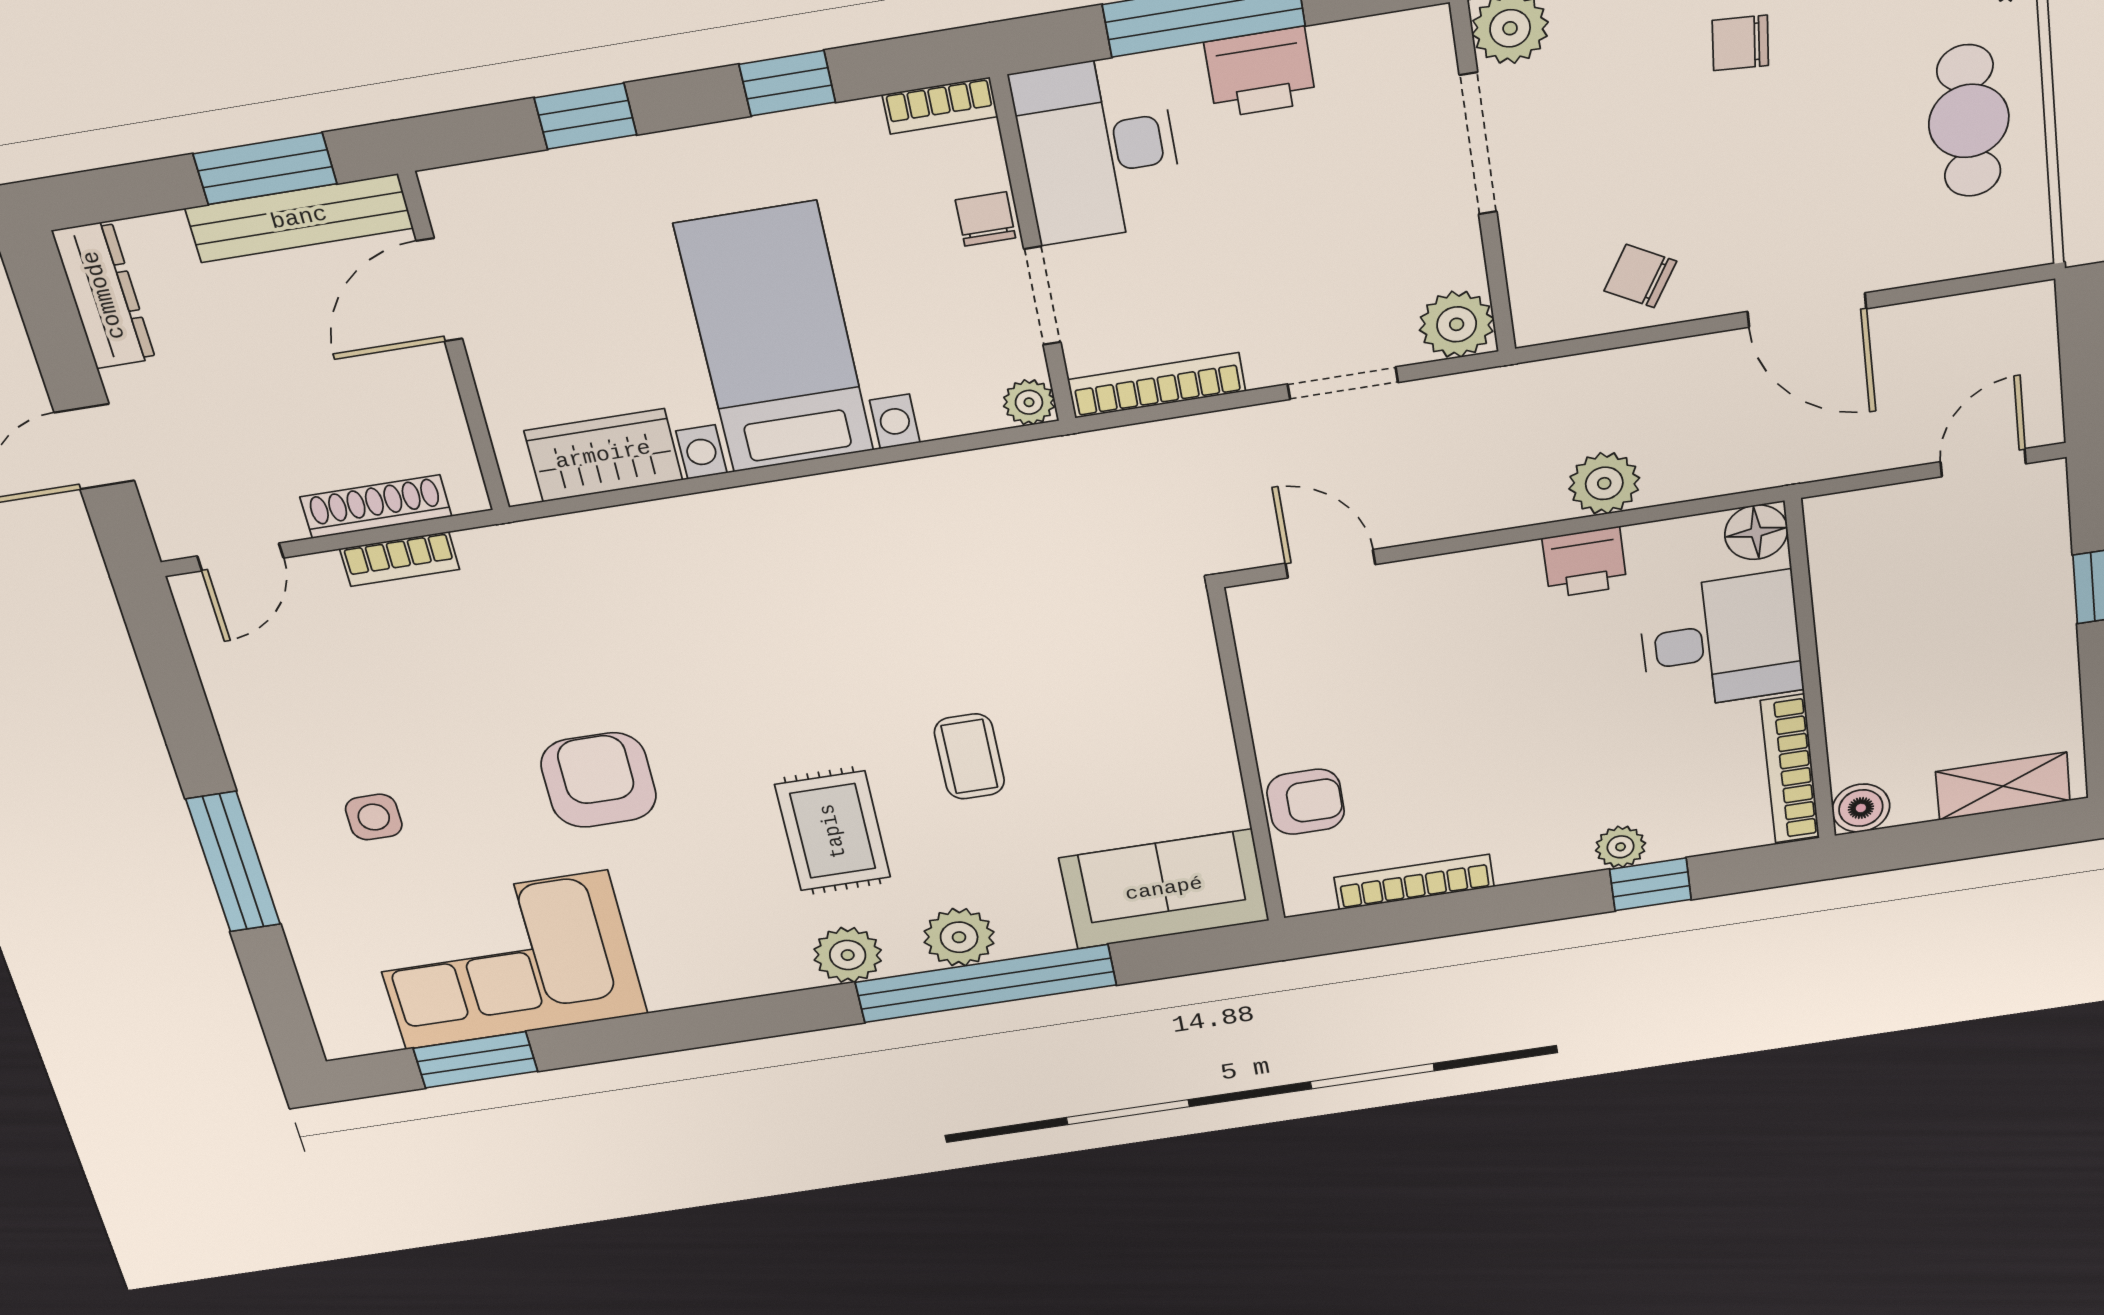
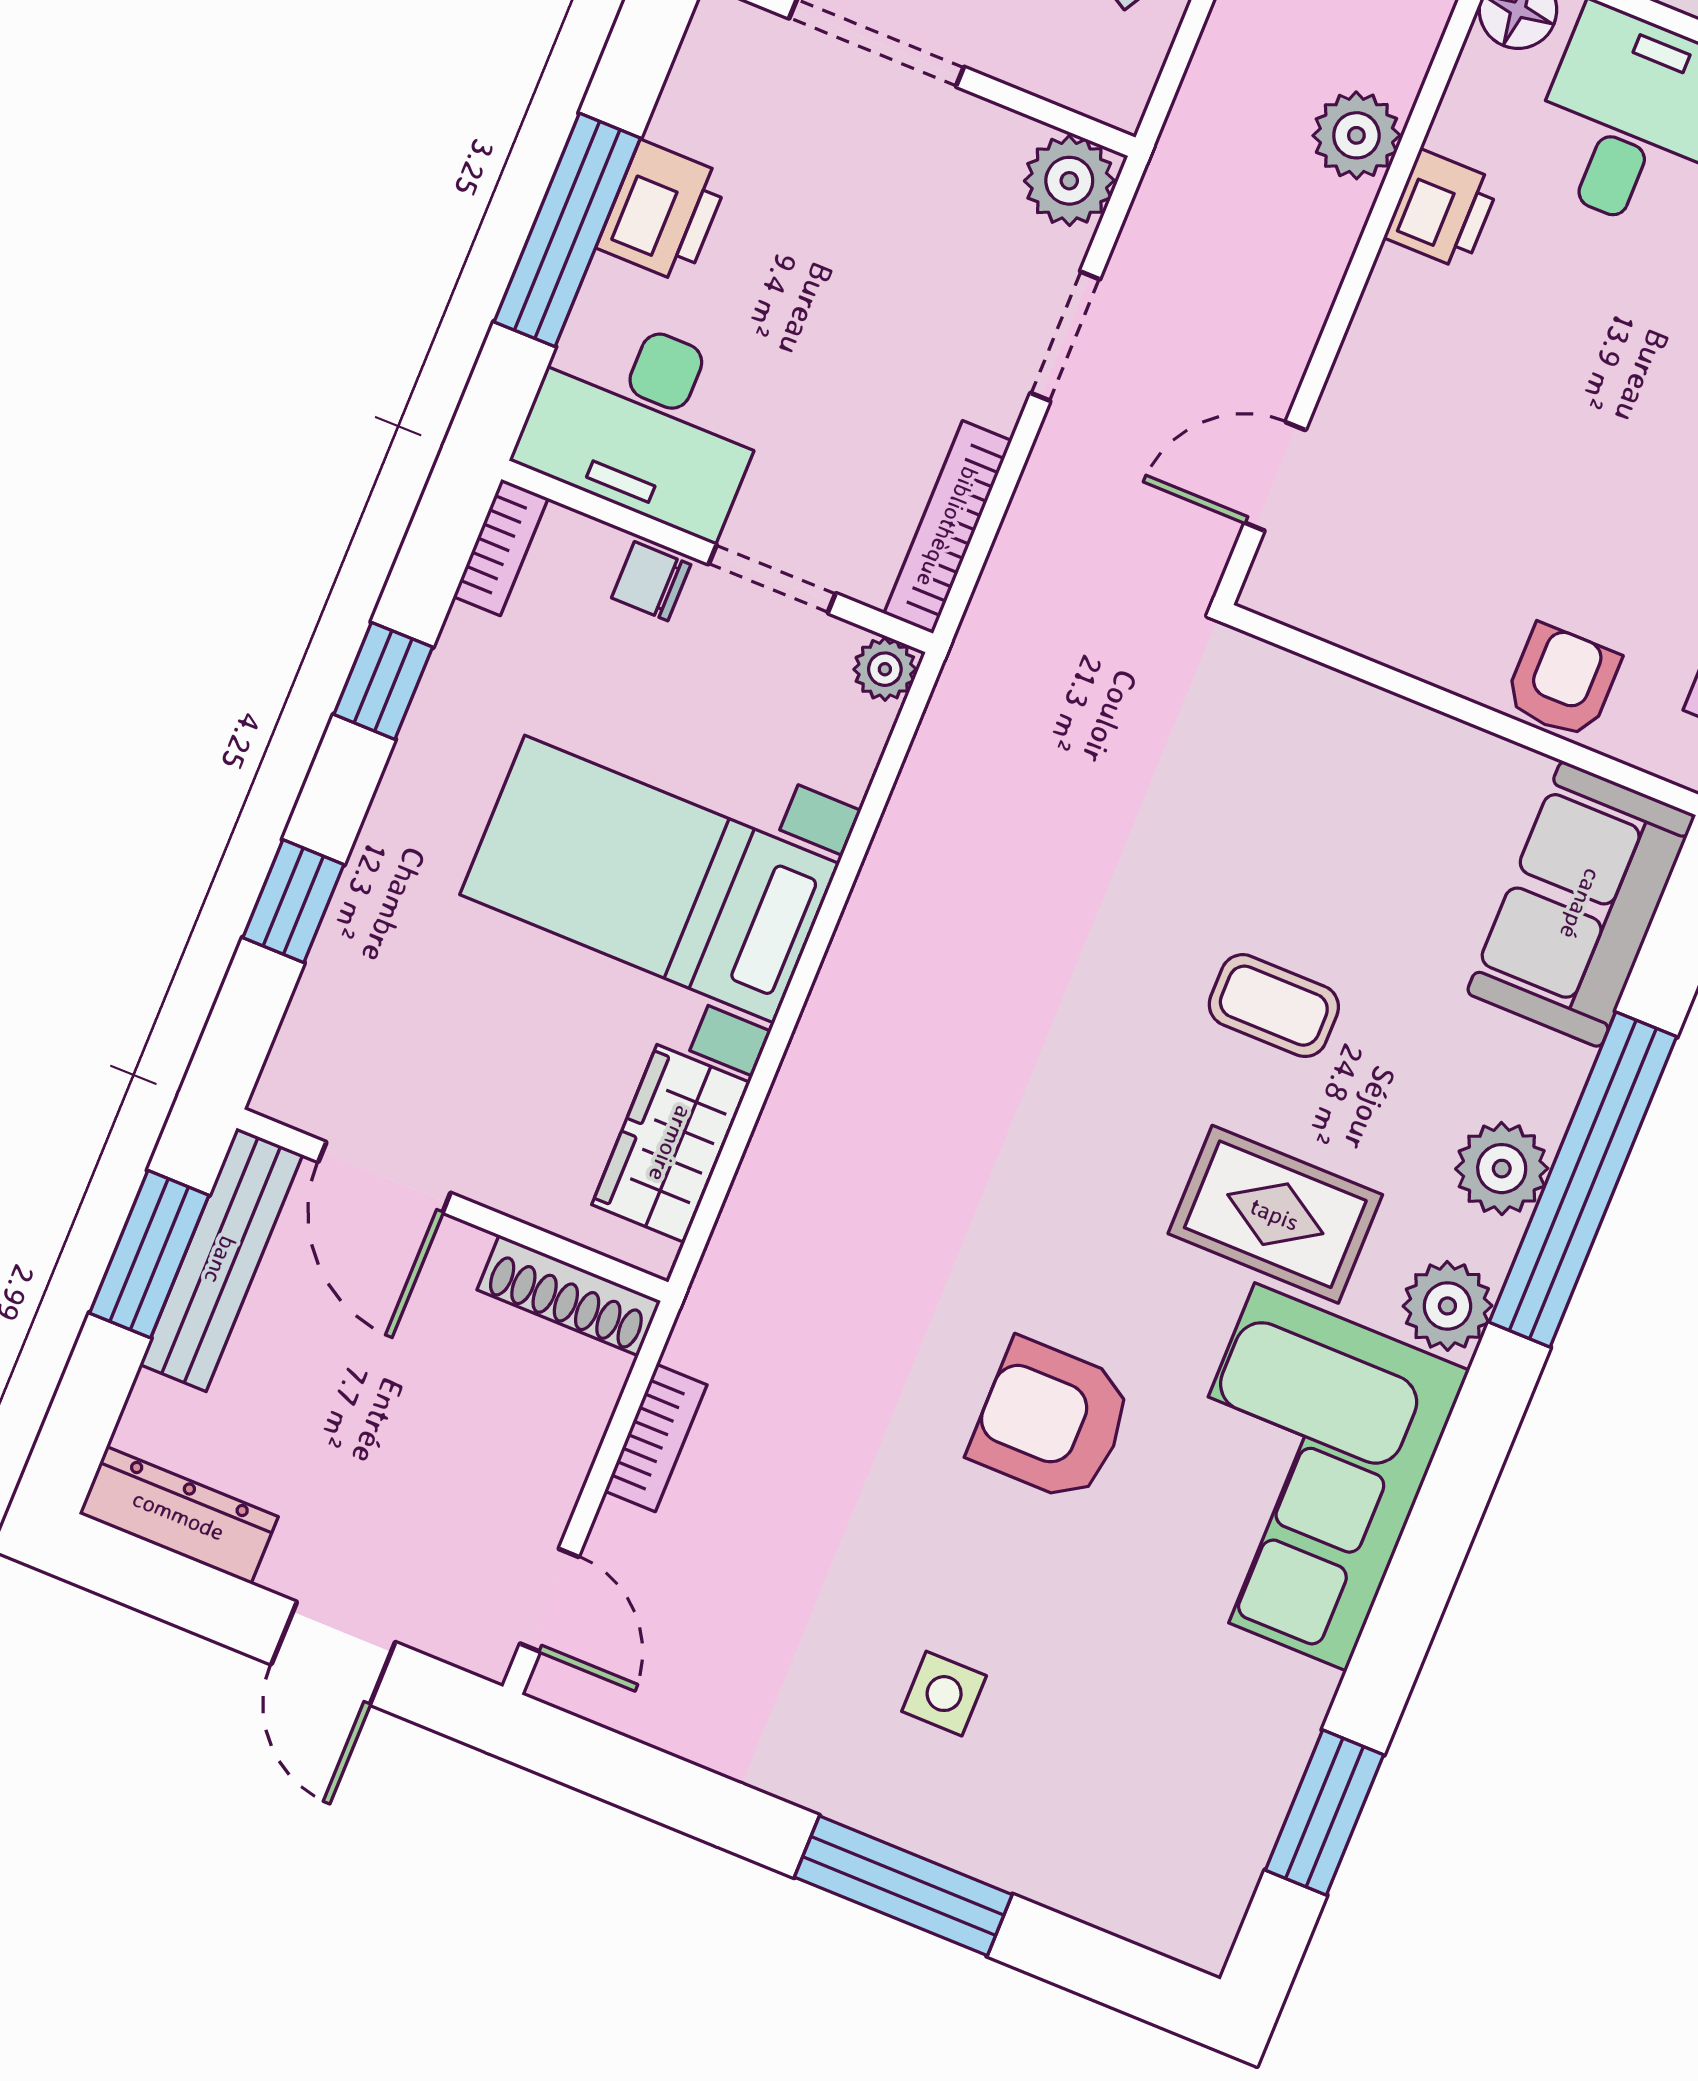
shoe rack: (376, 507) -> (569, 1295), moved, turned -90
corner sofa: (506, 961) -> (1301, 1477), moved

